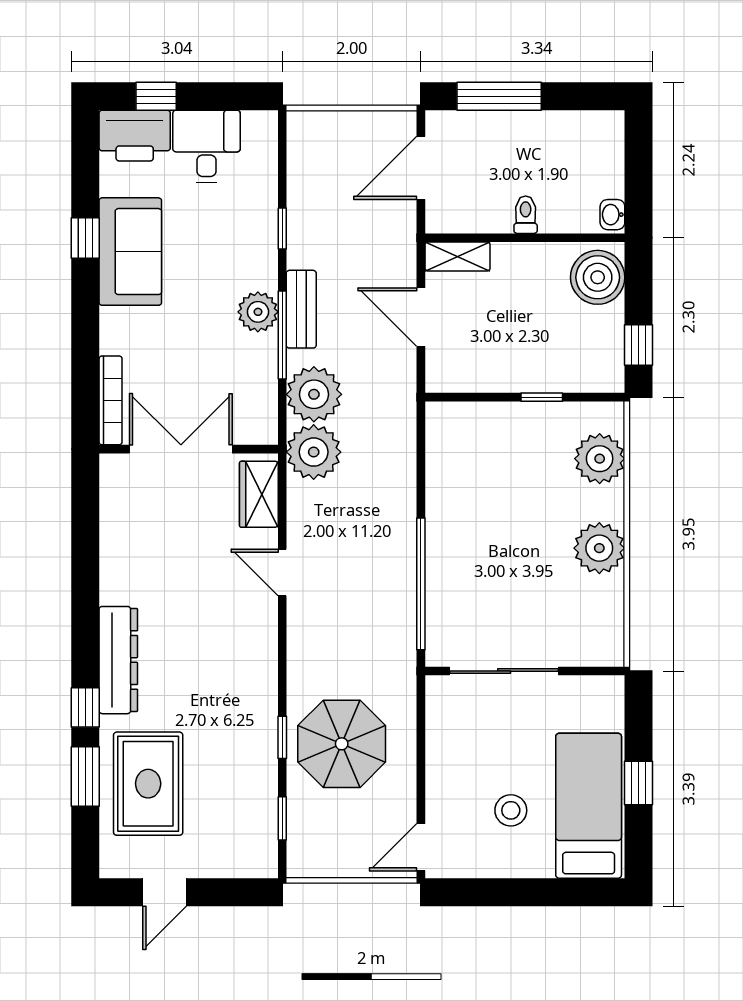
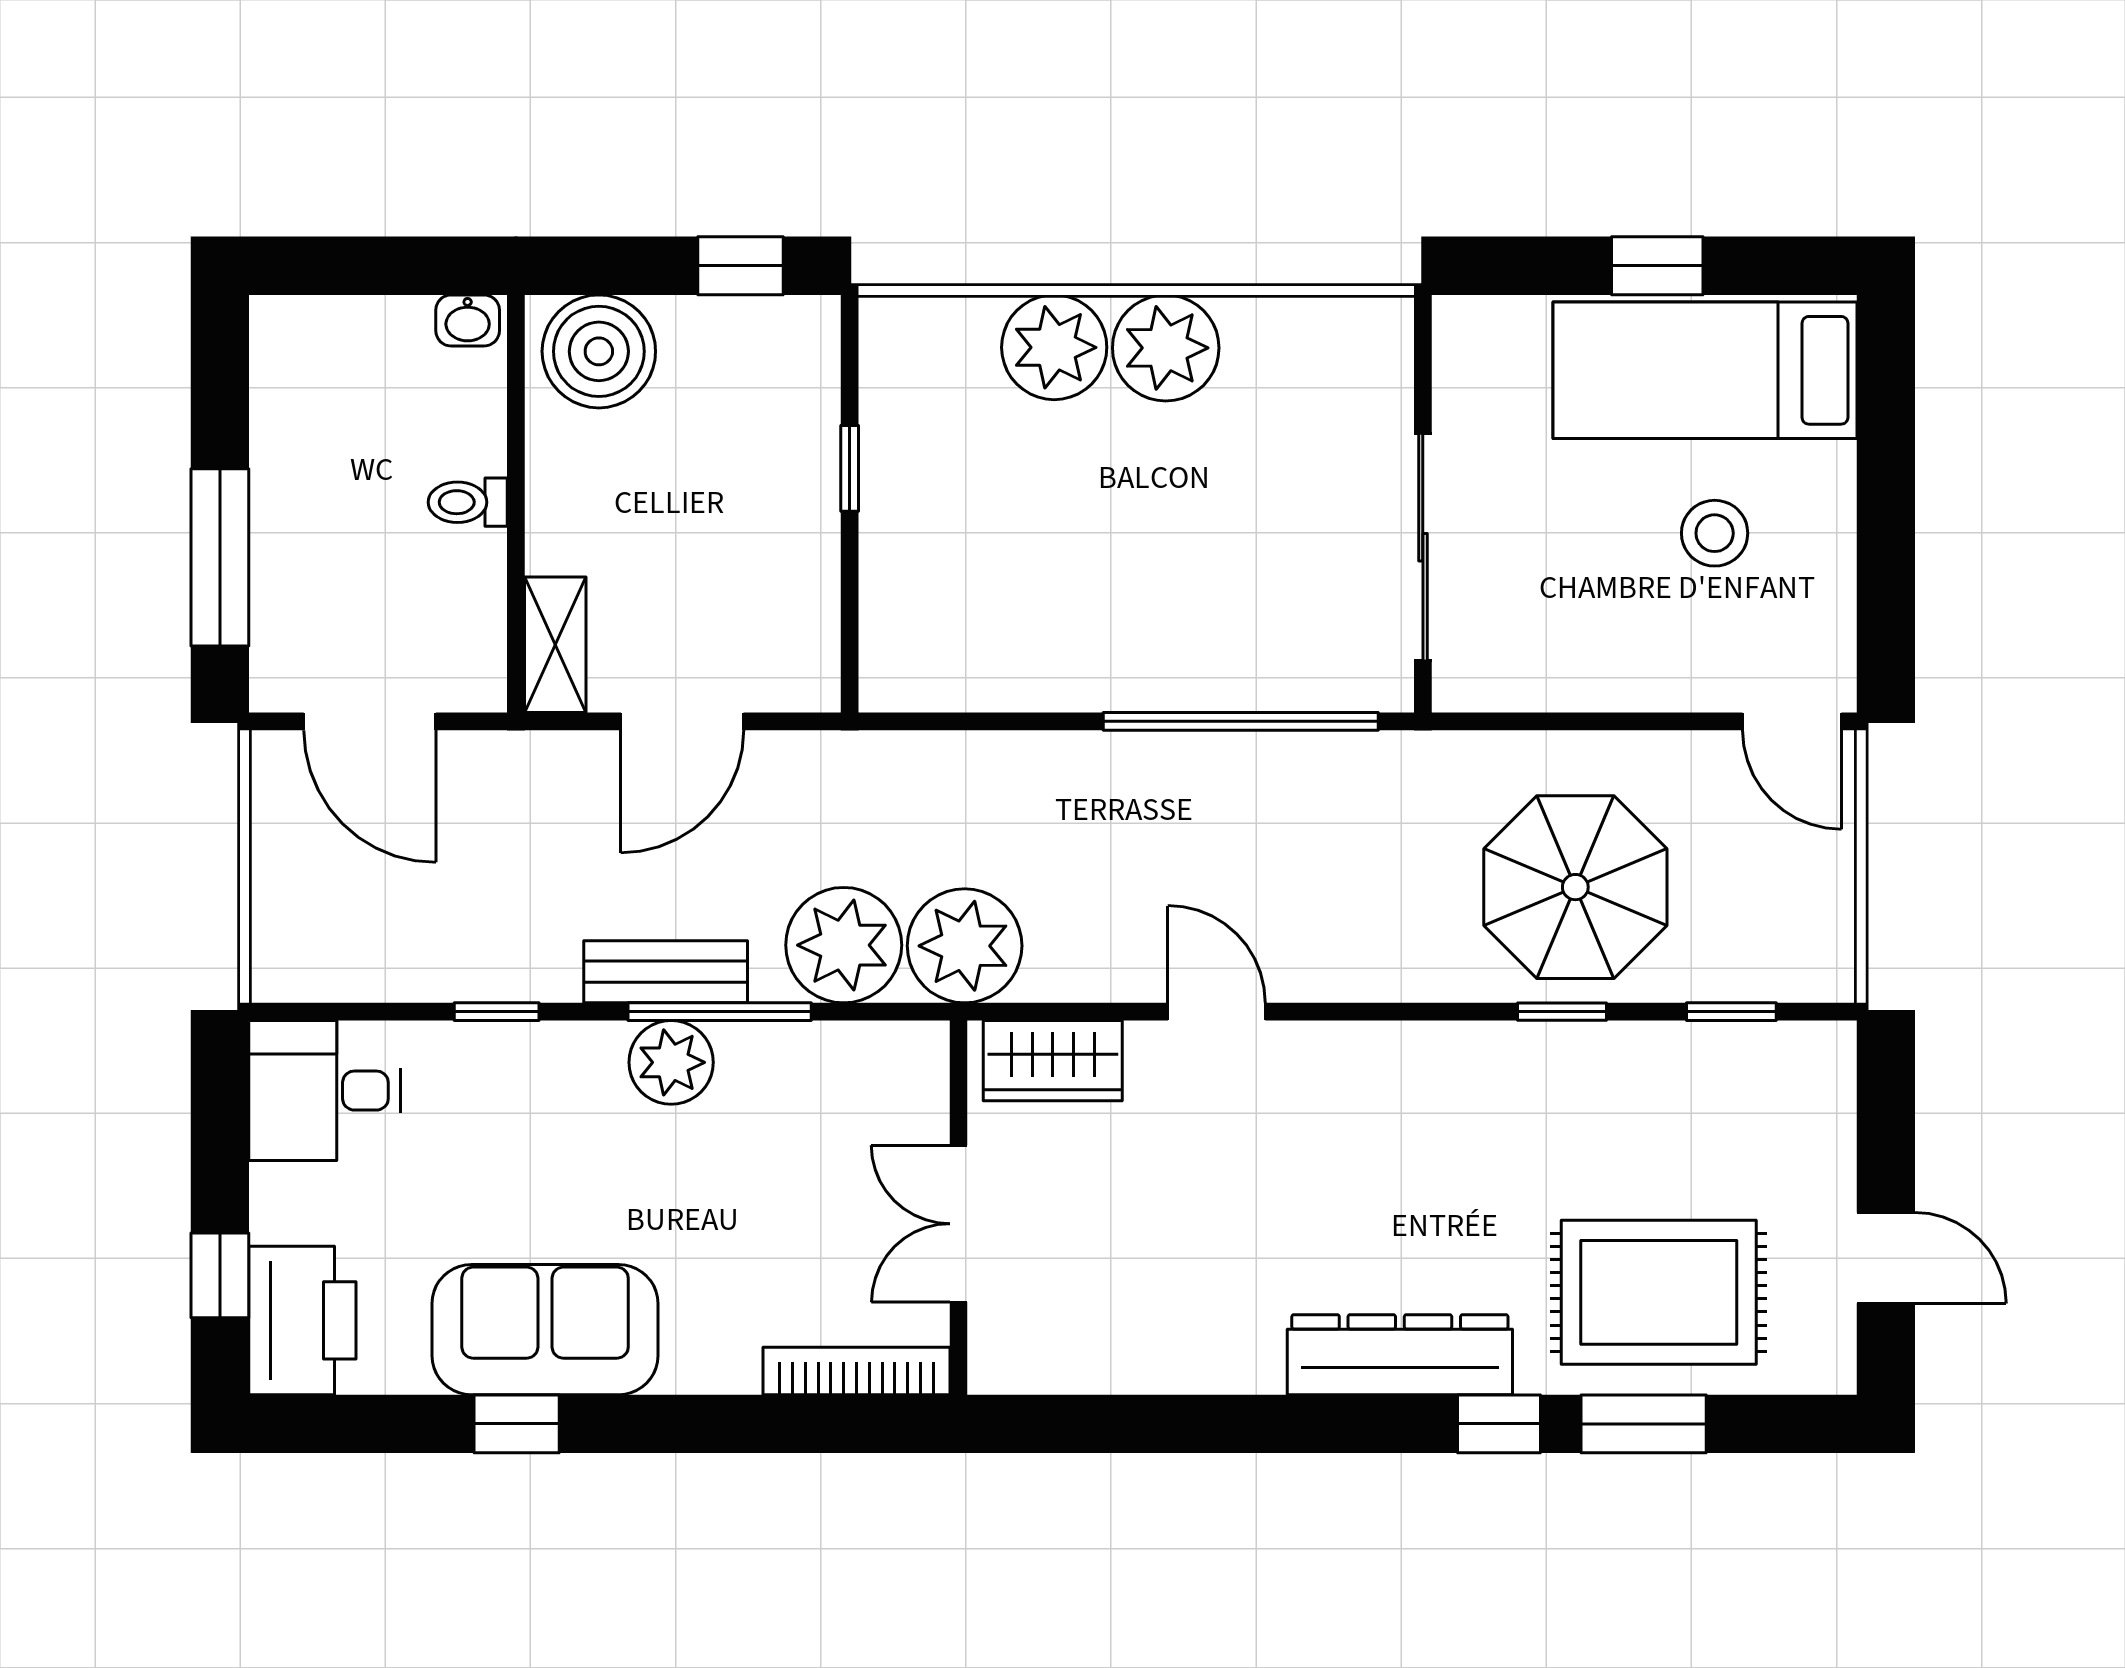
desk: (206, 146) -> (325, 1091), moved
double door: (181, 449) -> (959, 1224), width x0.73
plant: (600, 459) -> (1054, 347), moved
door: (282, 572) -> (1217, 1012), swing flipped

